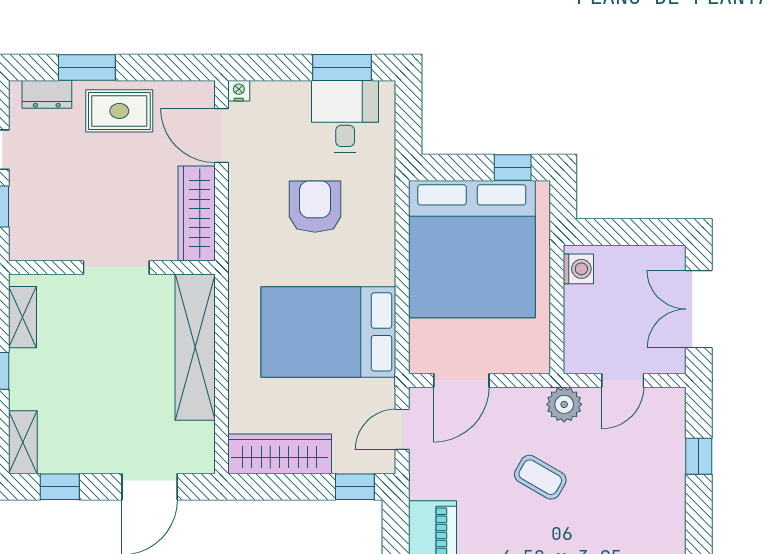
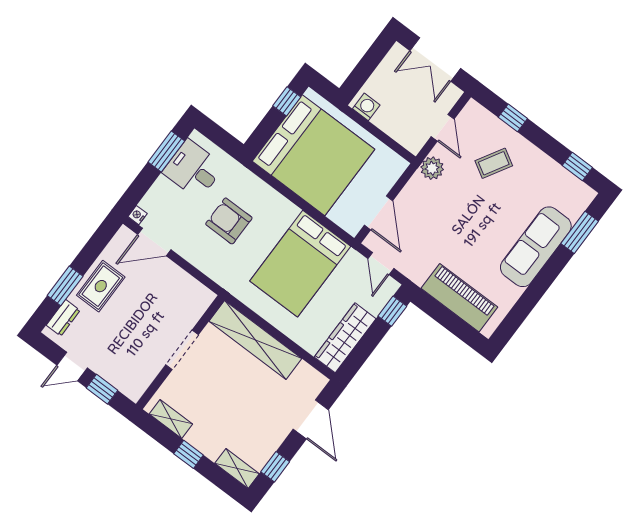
wardrobe: (197, 213) -> (185, 286), removed
coffee table: (540, 477) -> (494, 163), moved

